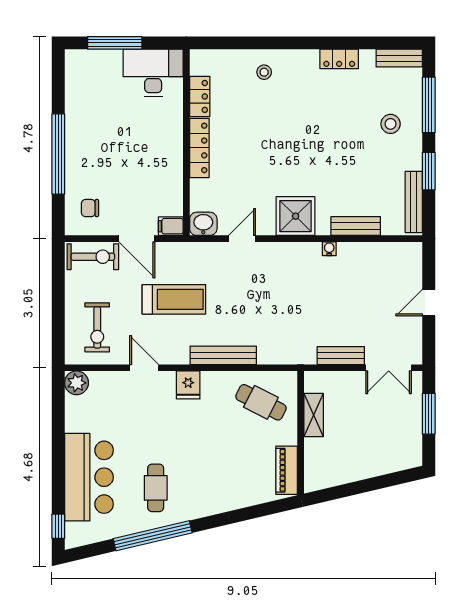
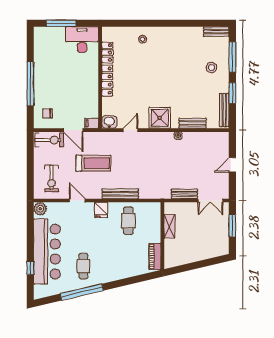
locker: (339, 59) -> (184, 32), removed
cafe table: (261, 402) -> (128, 221), moved, turned 63
bar counter: (89, 477) -> (47, 252), width x1.36
window: (58, 526) -> (30, 268), moved

